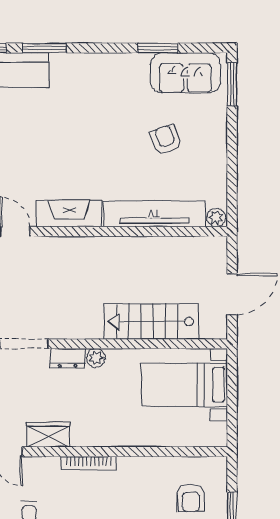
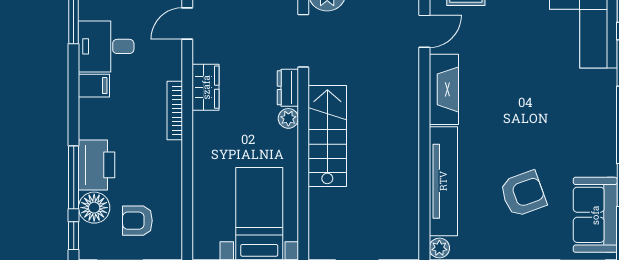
armchair: (166, 140) -> (523, 194), width x1.38, depth x1.38
stairs: (151, 322) -> (327, 136), moved
wardrobe: (48, 435) -> (206, 87), moved

